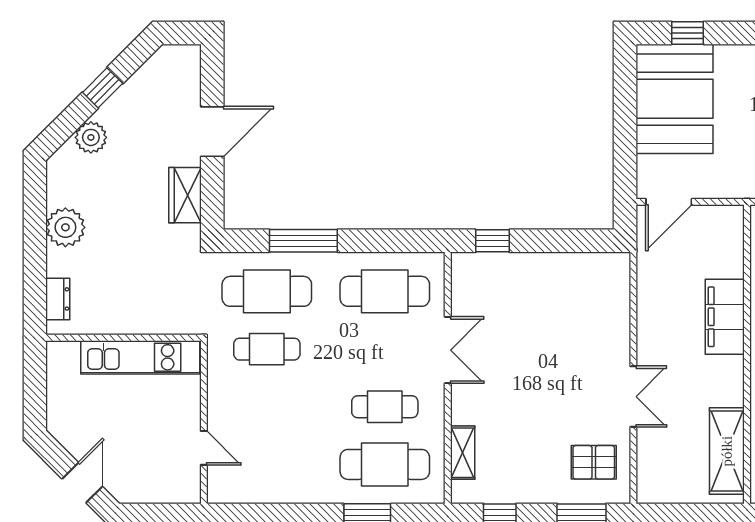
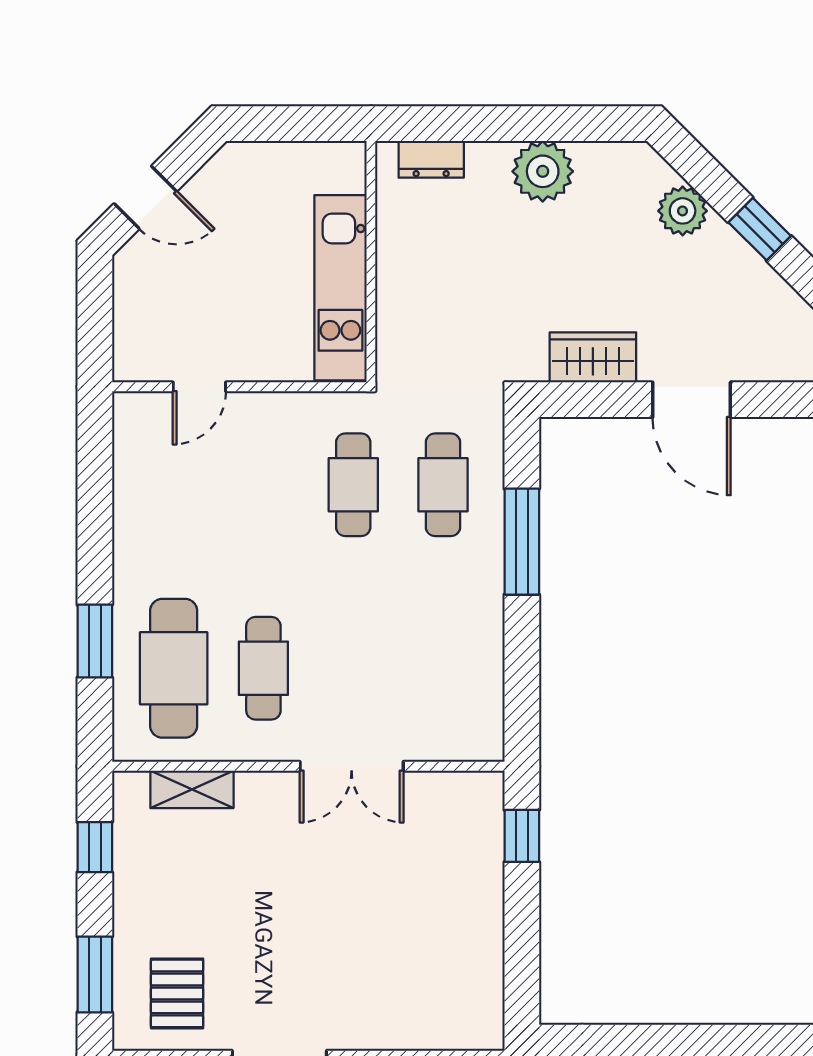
cafe table: (267, 291) -> (443, 485), width x0.73, depth x0.74
cafe table: (385, 291) -> (443, 668), removed

